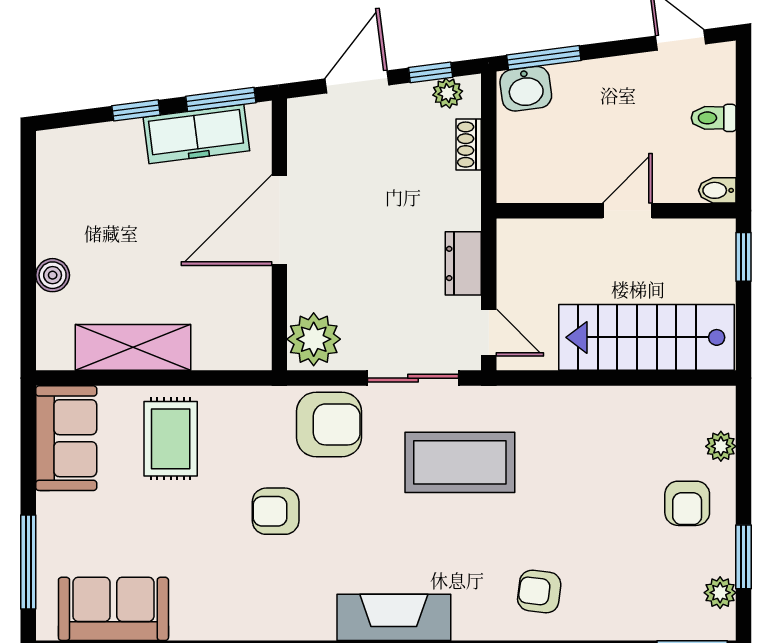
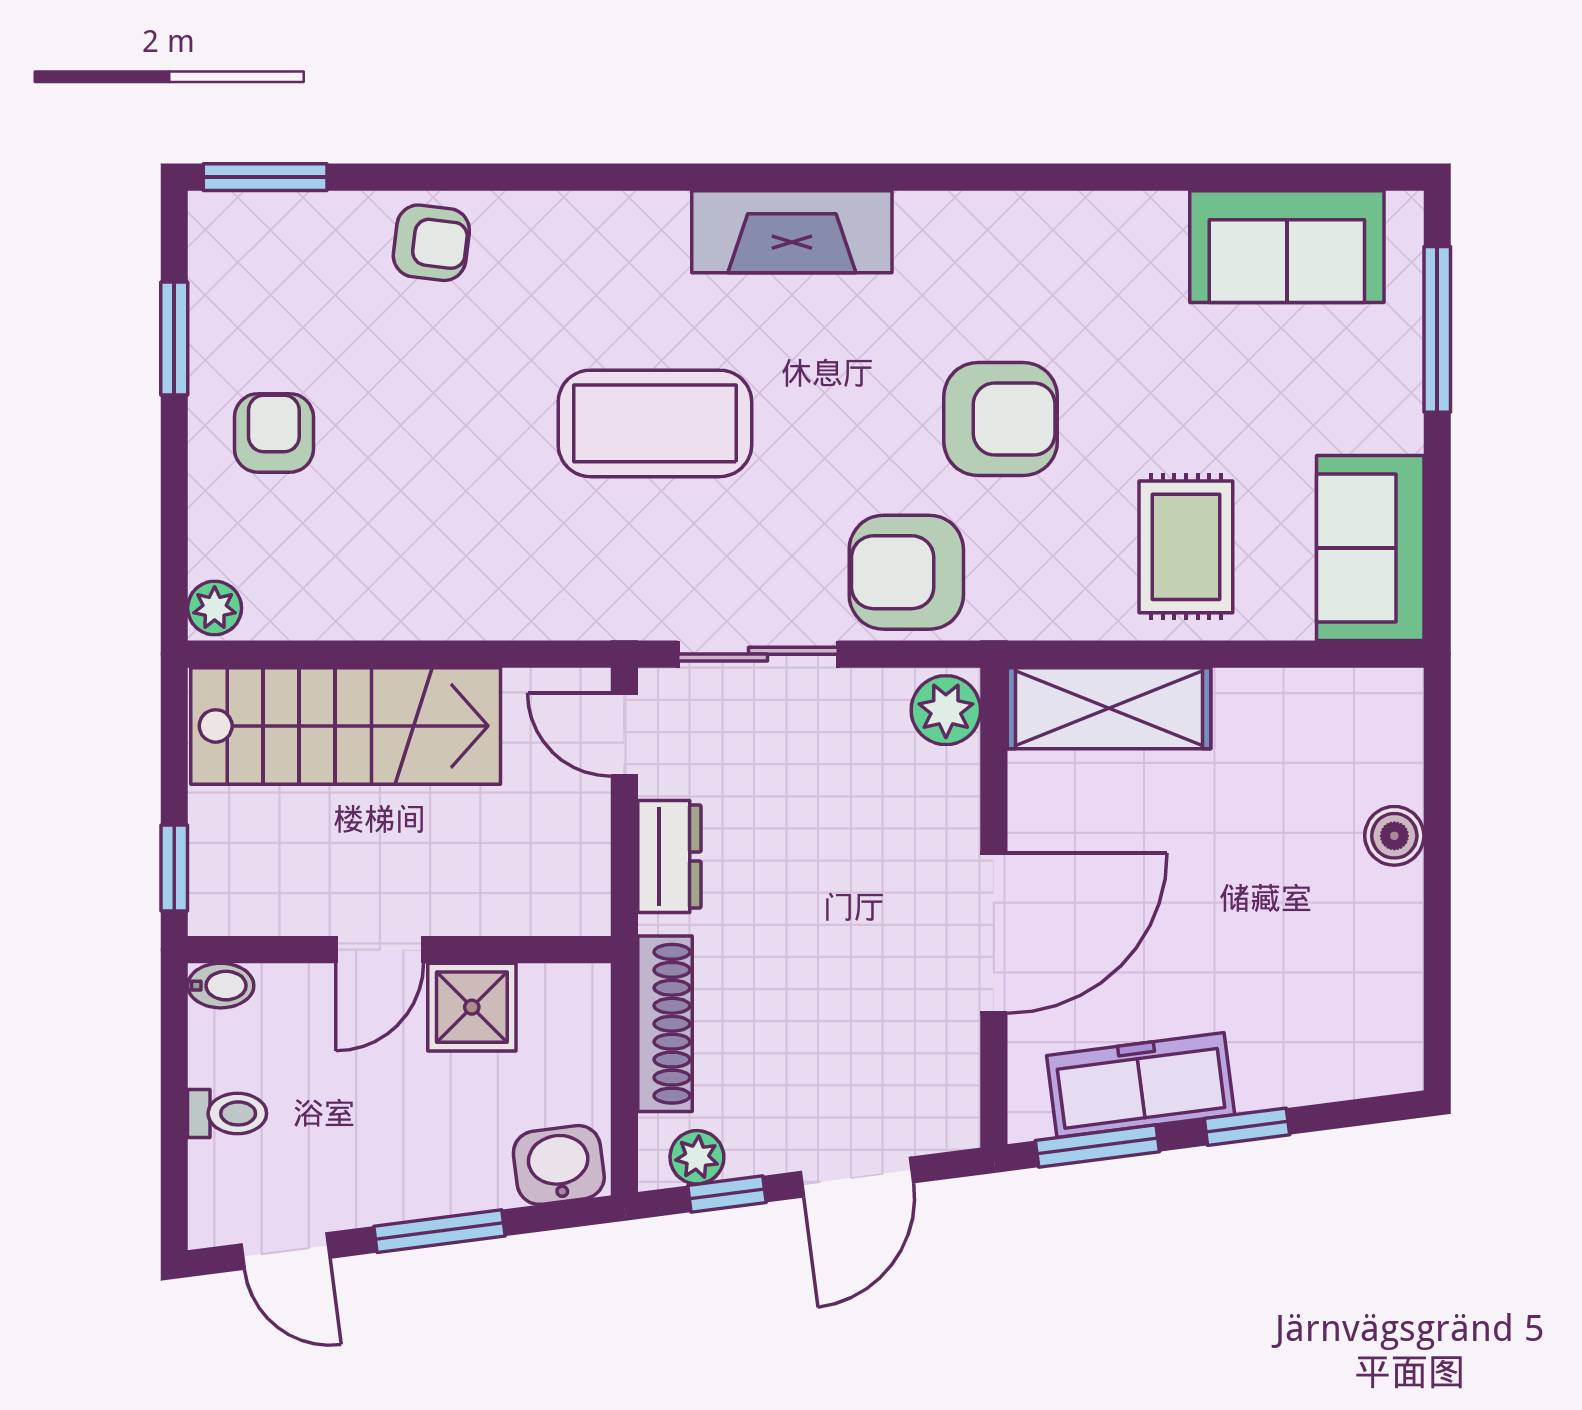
window: (544, 58) -> (439, 1231), moved
shoe rack: (469, 145) -> (665, 1024), width x1.94, depth x1.24
shower: (575, 178) -> (472, 1007), added
plant: (314, 339) -> (946, 710), width x0.73, depth x0.73
shelving: (133, 347) -> (1109, 708), moved
plant: (721, 446) -> (215, 608), moved
coffee table: (460, 462) -> (655, 423), moved
armchair: (276, 511) -> (1001, 419), width x1.38, depth x1.38
armchair: (539, 592) -> (431, 243), moved
plant: (720, 593) -> (216, 275), removed

